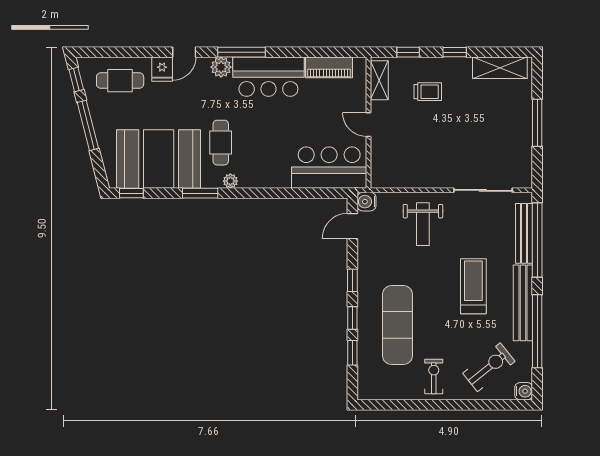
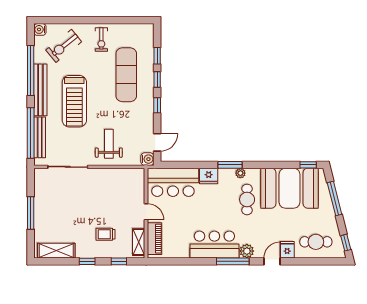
piano: (329, 67) -> (154, 239), moved, turned 90
window: (88, 125) -> (335, 199), moved
fridge: (277, 177) -> (209, 176), added
window: (200, 193) -> (230, 165), moved
treadmill: (473, 286) -> (74, 101), width x1.37, depth x1.38

